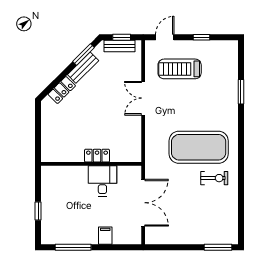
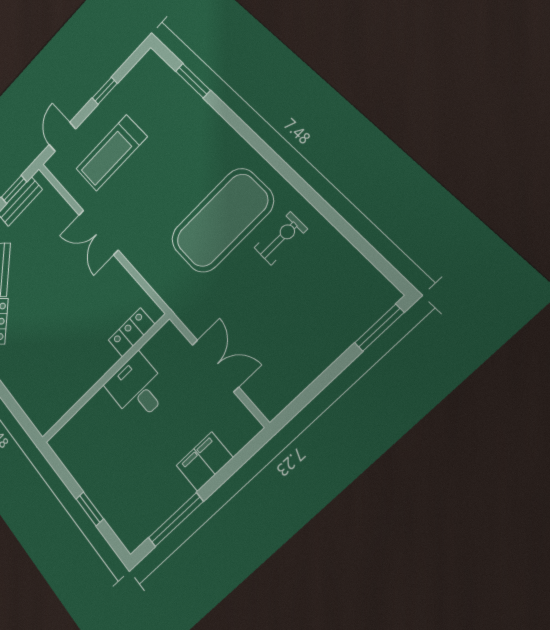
window: (241, 92) -> (193, 81), moved
locker: (97, 156) -> (132, 332), moved
double door: (143, 203) -> (215, 366), width x0.73
filing cabinet: (105, 236) -> (205, 462), width x2.00

